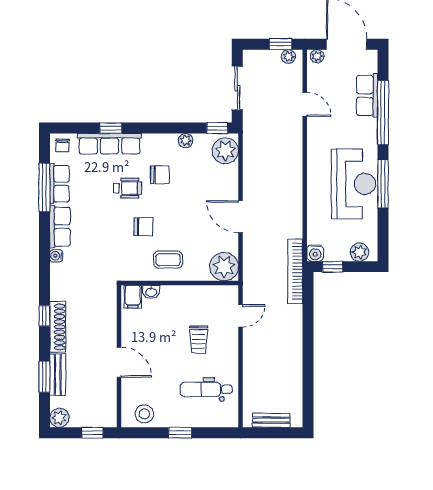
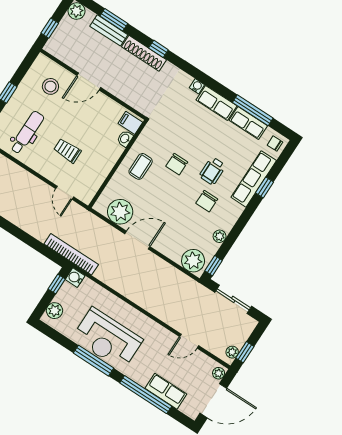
plant: (224, 267) -> (120, 212), moved
stool: (144, 414) -> (50, 86), moved

